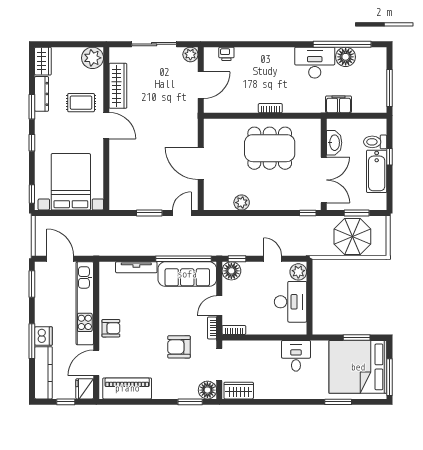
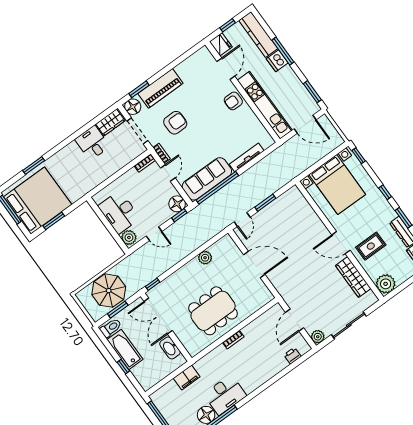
toilet: (375, 142) -> (111, 328), moved
desk: (296, 356) -> (92, 143), moved, turned 180
piano: (127, 388) -> (160, 88), moved

